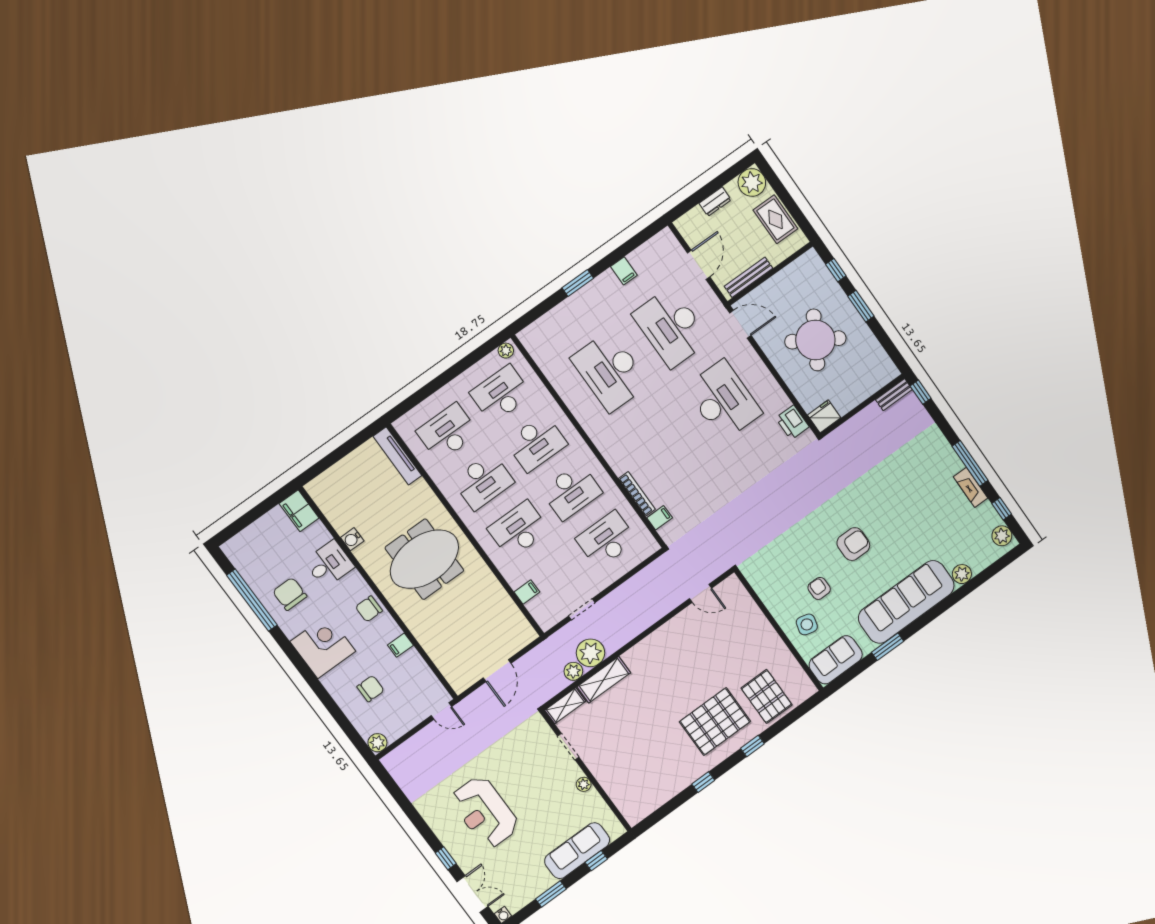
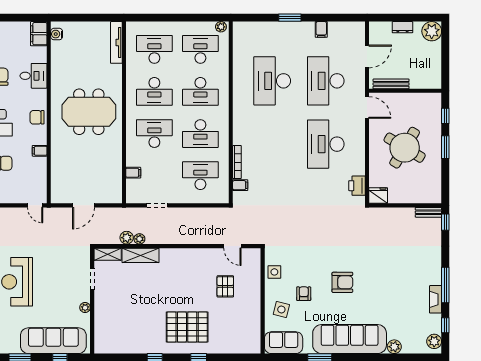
rug: (775, 219) -> (431, 62), removed
desk: (723, 400) -> (326, 144), turned 180
water cooler: (352, 539) -> (57, 34), moved
side table: (769, 588) -> (274, 272), added
plant: (590, 653) -> (139, 239), width x0.53, depth x0.53
pallet: (767, 696) -> (225, 286), moved, width x0.67, depth x0.71
sofa: (577, 851) -> (53, 341), width x1.36, depth x1.27

